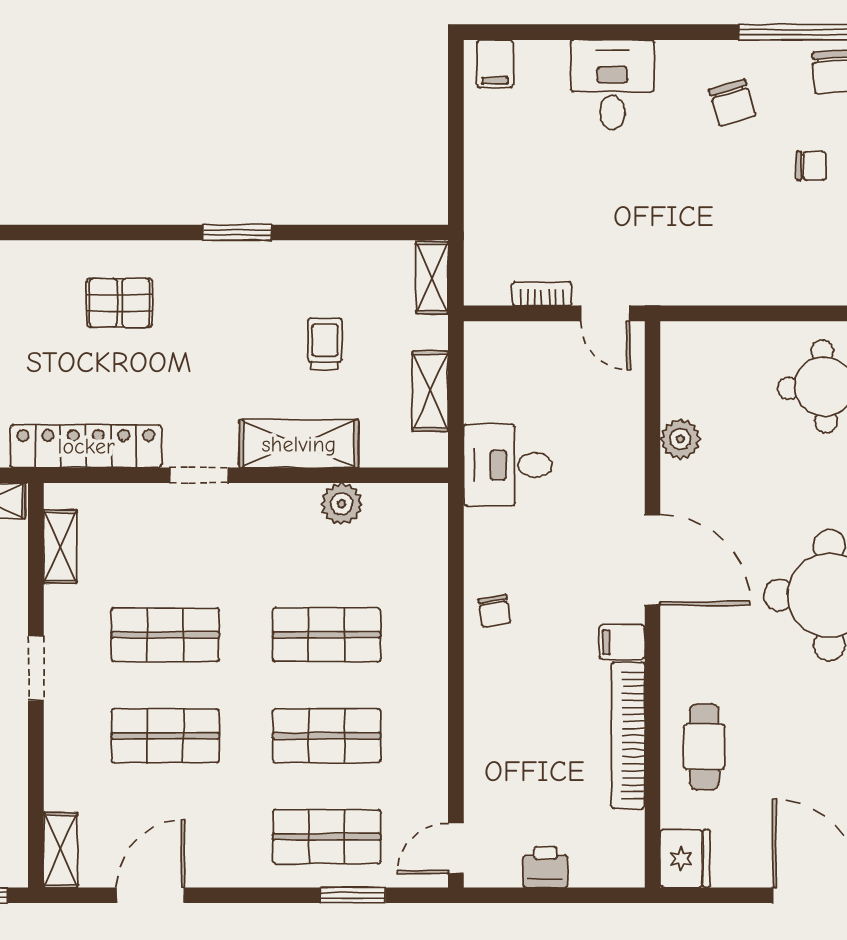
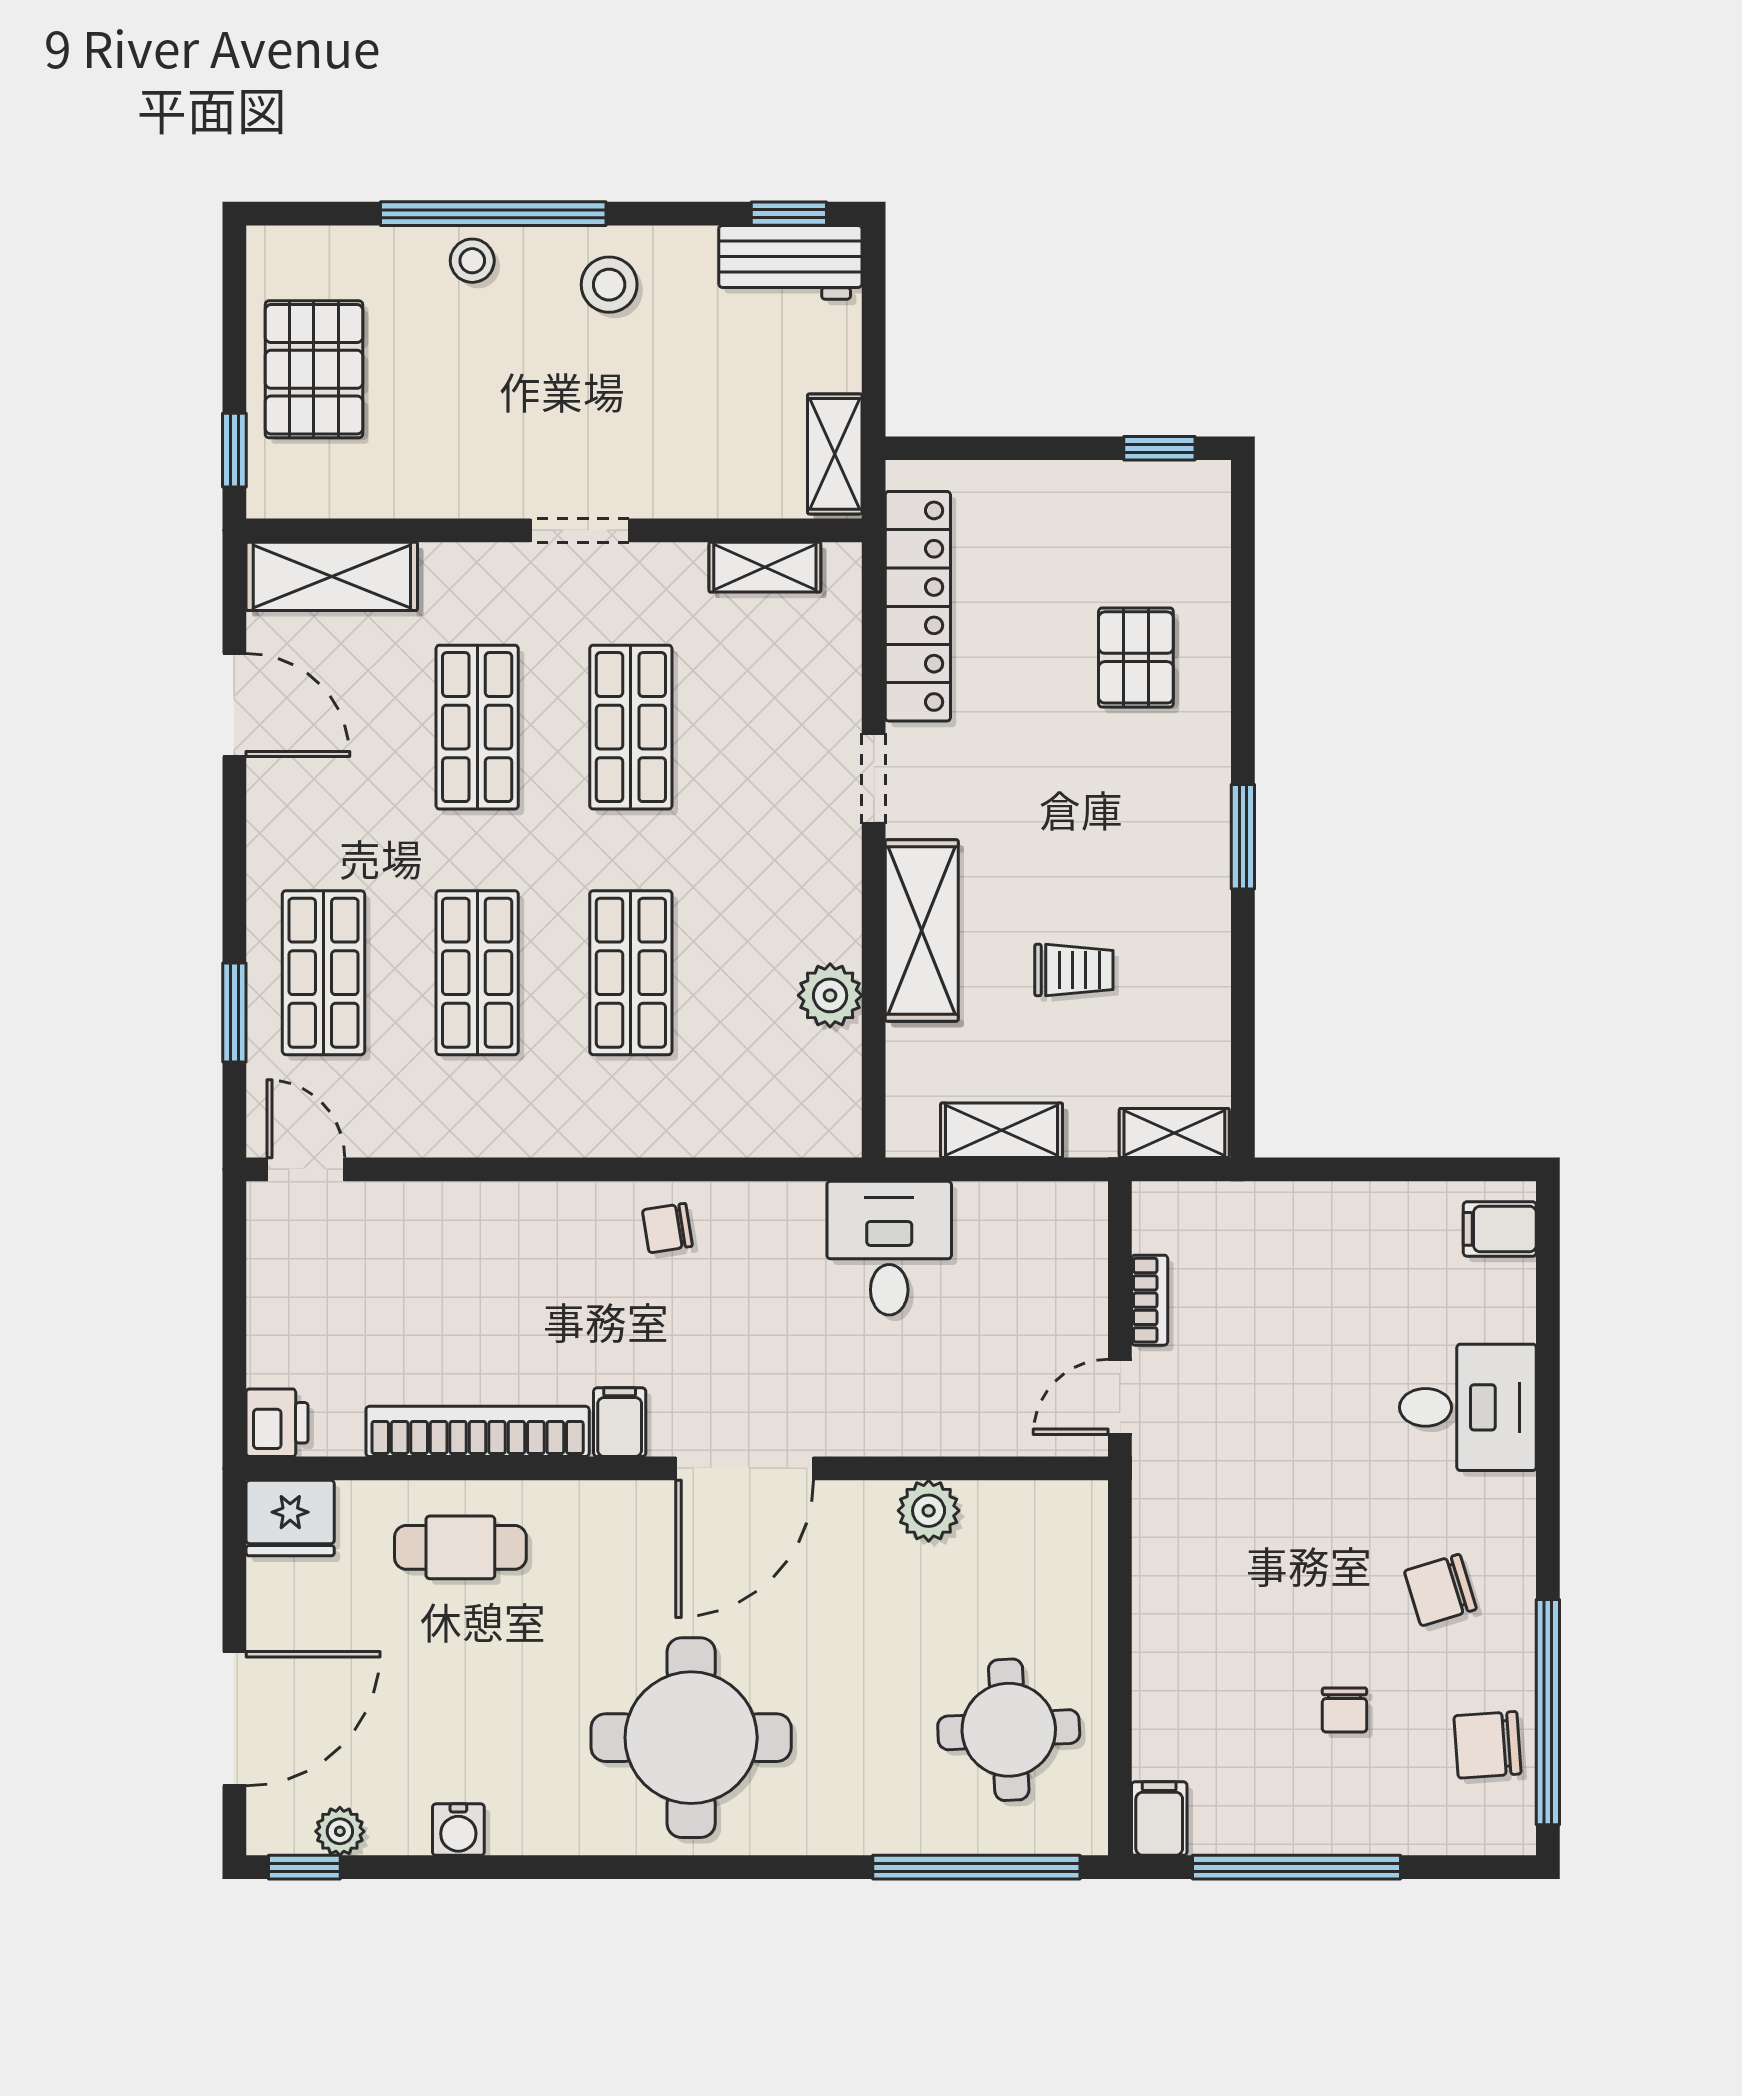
shelving: (61, 850) -> (332, 576), width x1.50, depth x1.33
printer: (545, 867) -> (277, 1423), moved

